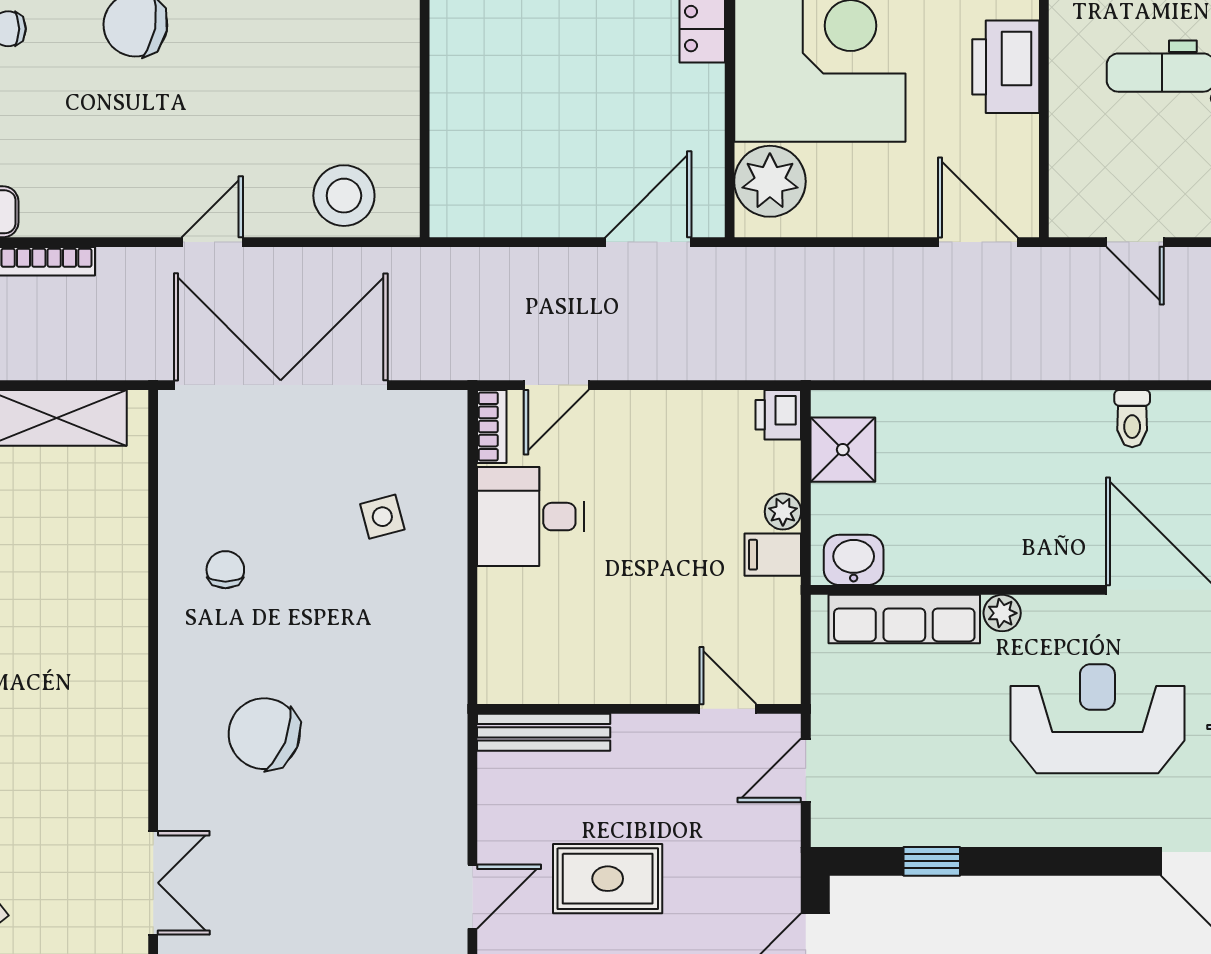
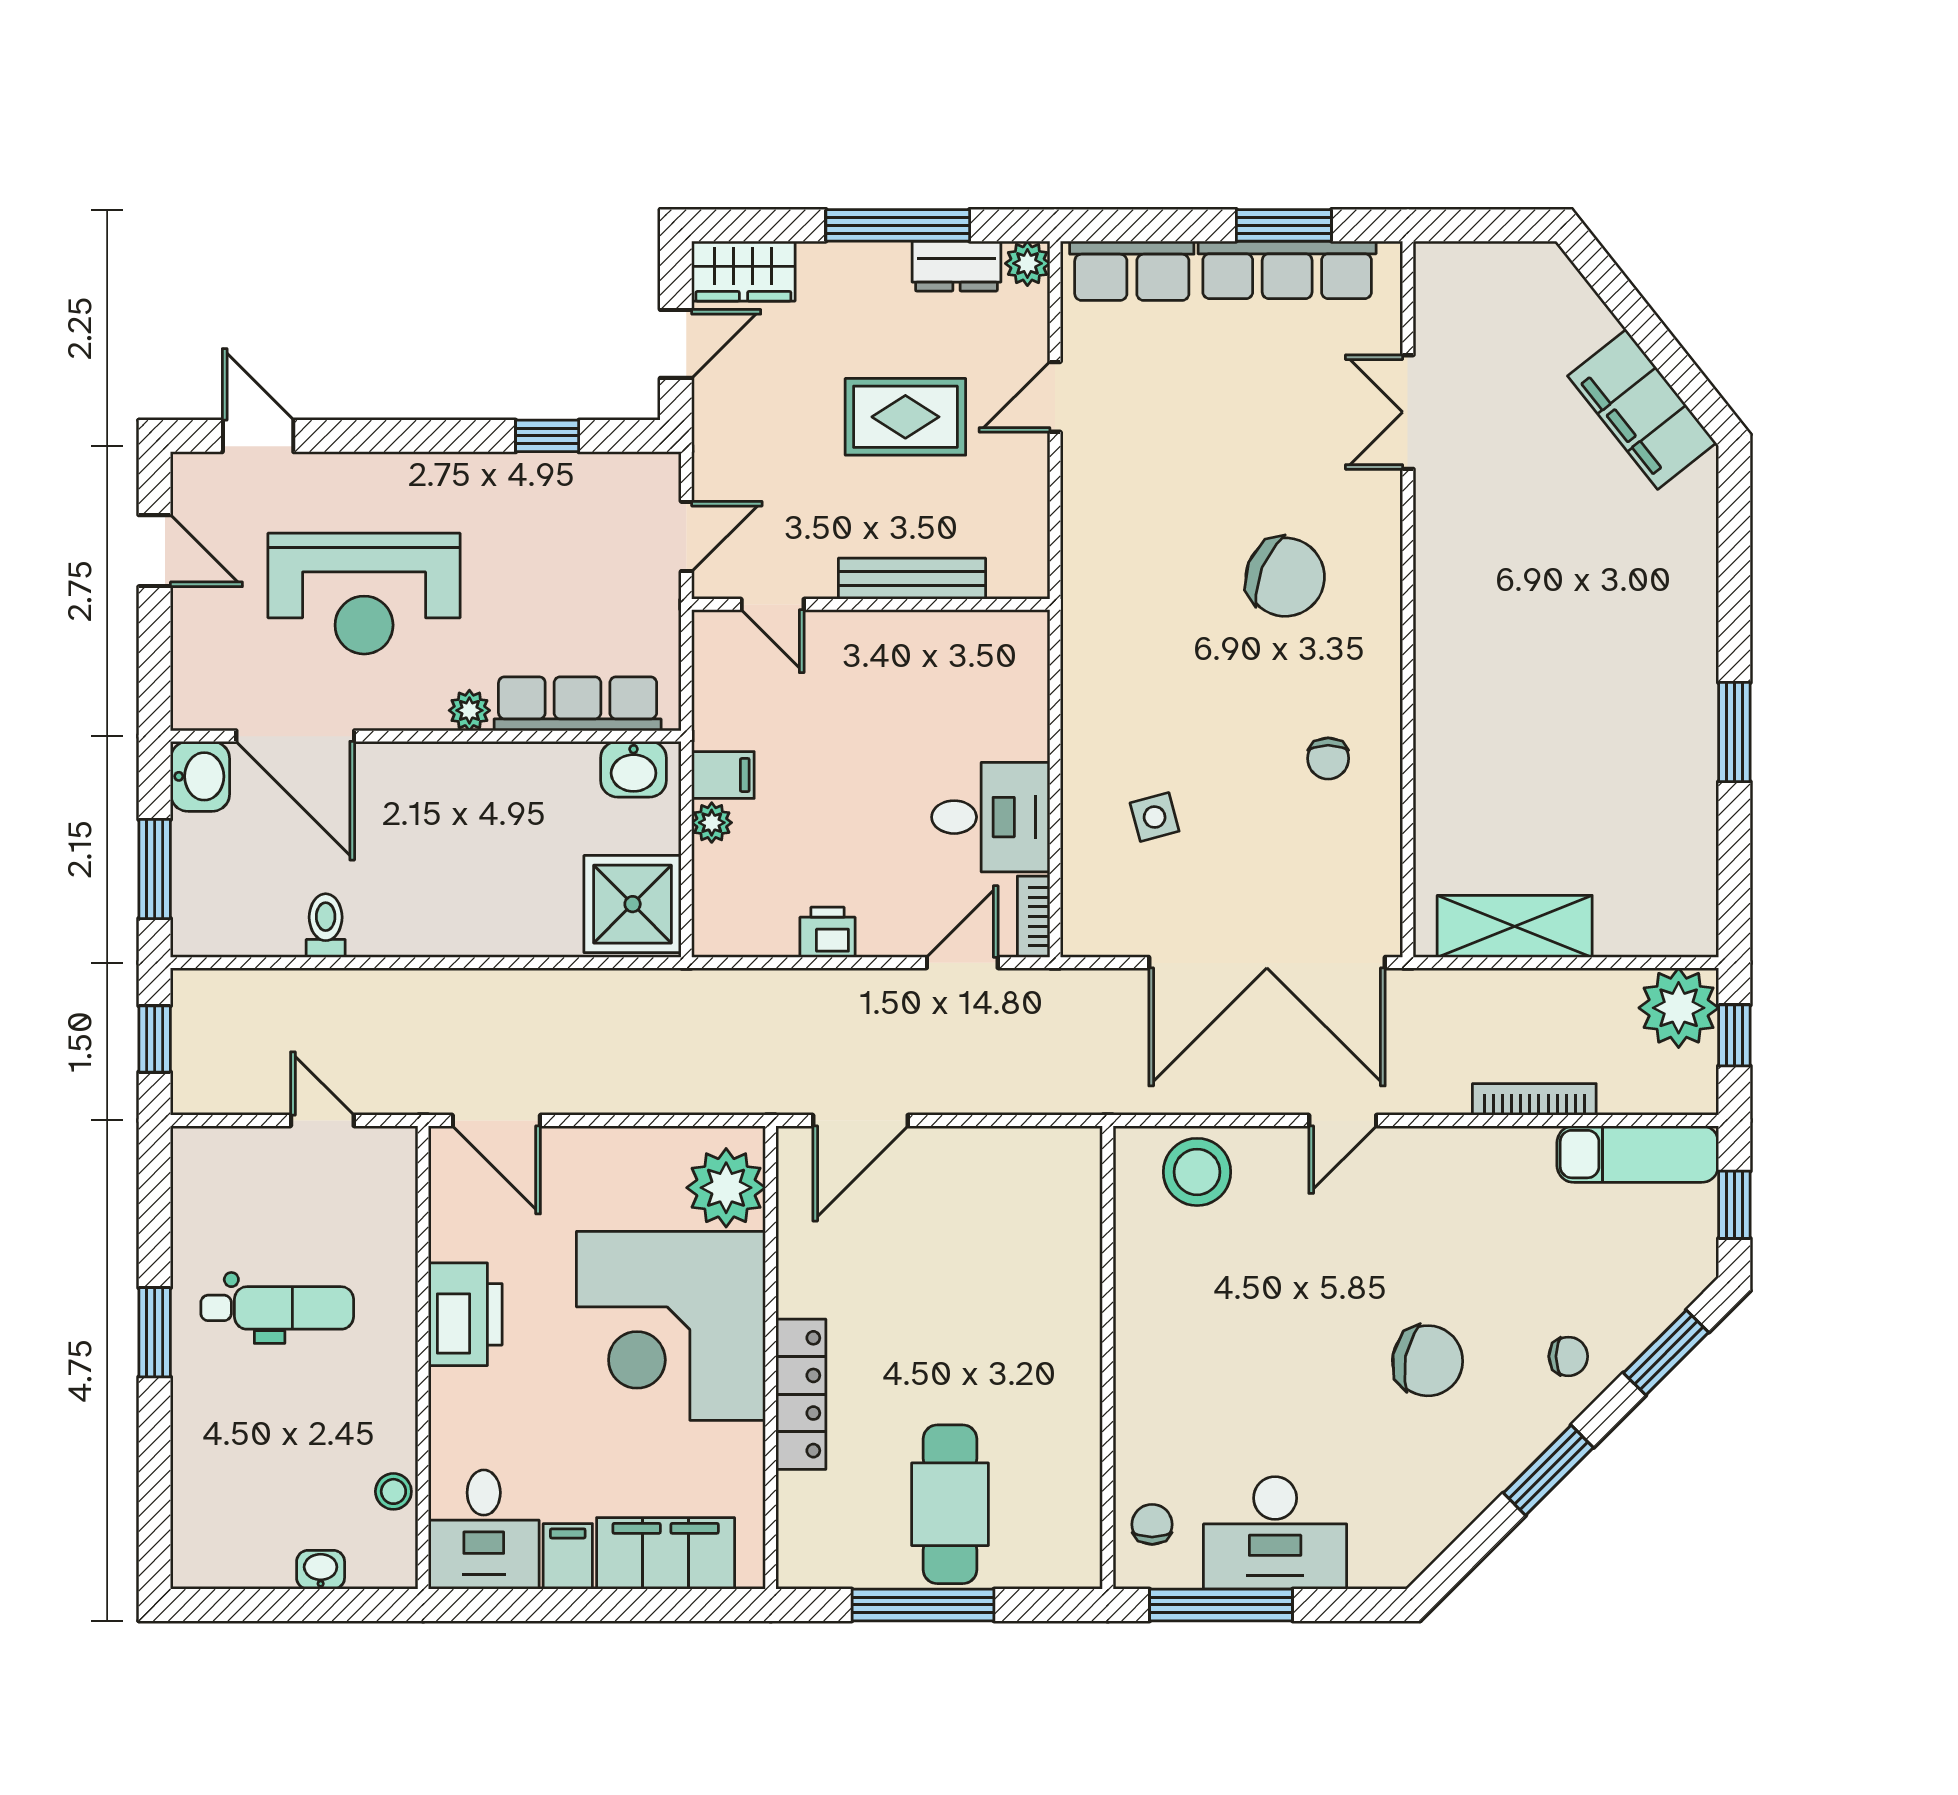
printer: (778, 415) -> (828, 932), moved, turned -90
shower: (843, 450) -> (633, 904), width x1.36, depth x1.36
bench: (544, 732) -> (912, 579), moved

